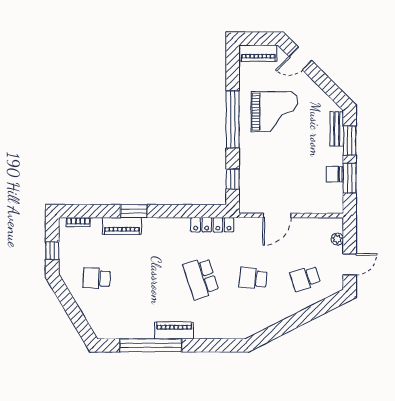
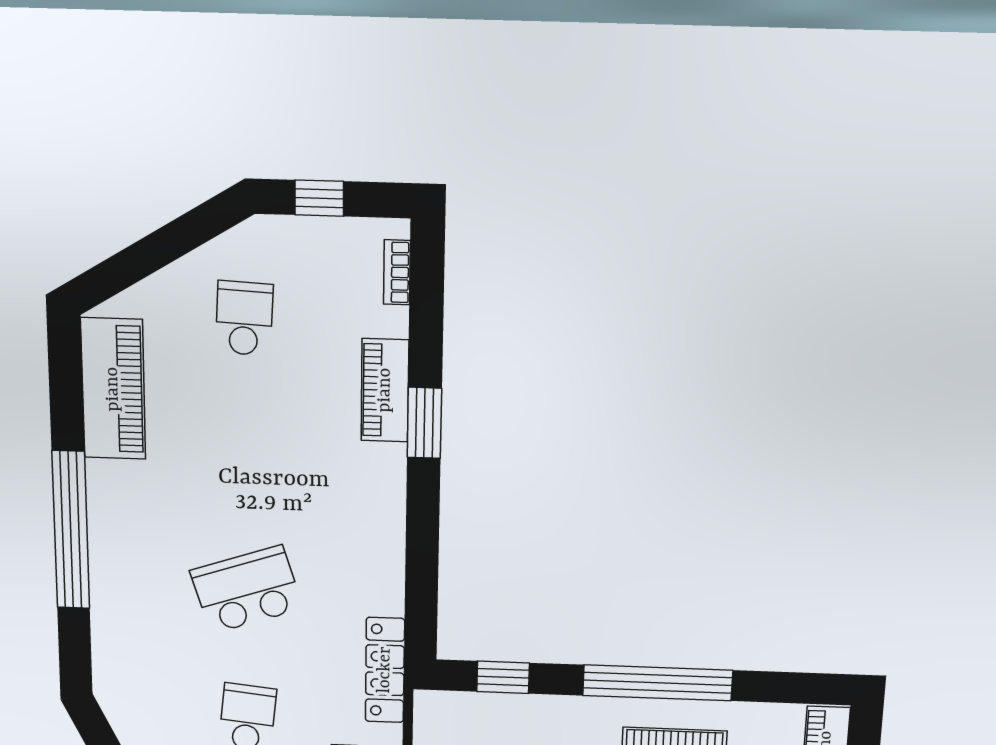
locker: (212, 225) -> (385, 670), moved
piano: (174, 330) -> (113, 389), moved, width x1.37, depth x1.33
window: (151, 345) -> (71, 530), moved

